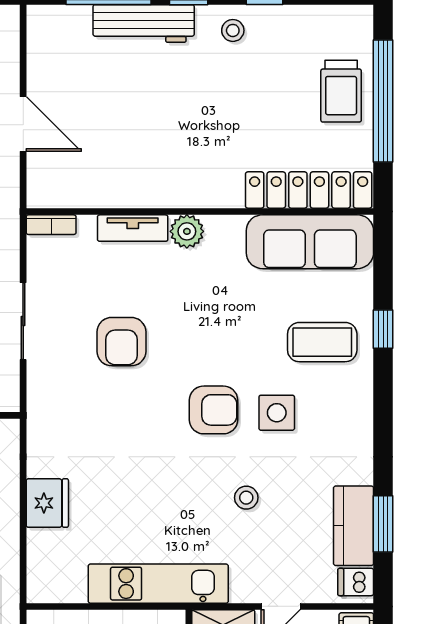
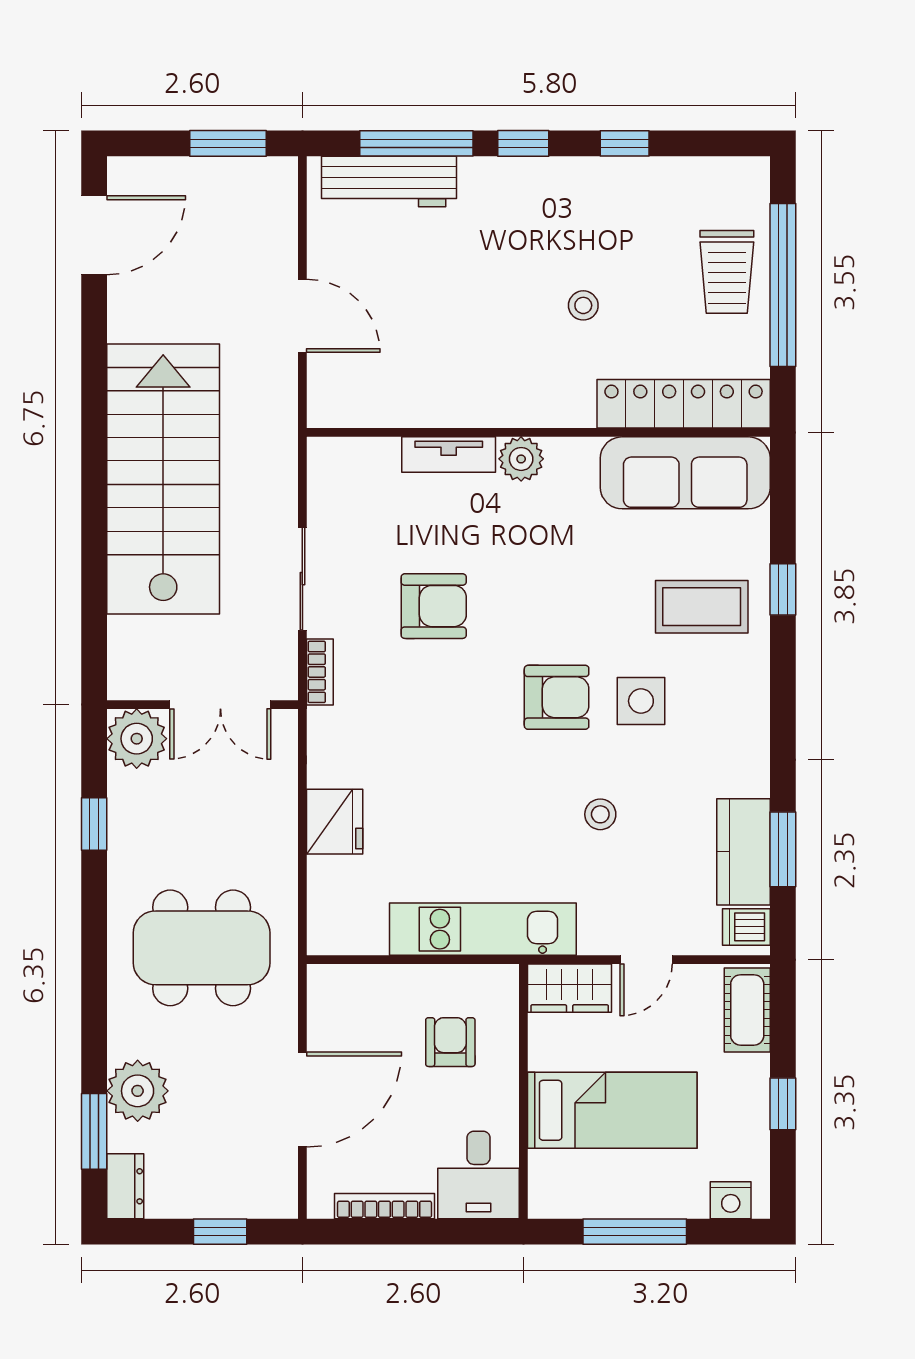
workbench: (144, 23) -> (389, 181), moved
stool: (233, 30) -> (583, 305), moved
bookcase: (51, 225) -> (320, 672), moved, turned -90
armchair: (121, 342) -> (434, 606), turned -90

